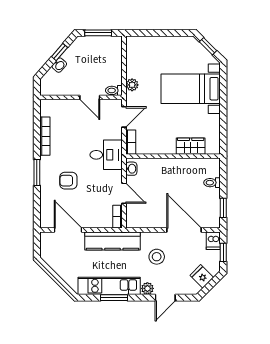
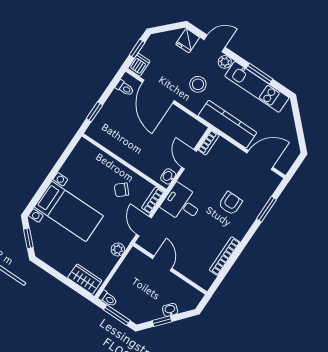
toilet: (114, 90) -> (108, 299), moved
door: (124, 117) -> (144, 226), hinge flipped
chair: (161, 134) -> (122, 190), added
wardrobe: (191, 146) -> (85, 279), moved, turned 180
window: (37, 172) -> (266, 209), moved
armchair: (68, 181) -> (230, 203), turned -90
toilet: (212, 183) -> (125, 88), moved
window: (223, 208) -> (94, 112), moved
door: (68, 230) -> (260, 160), swing flipped
fridge: (202, 276) -> (188, 41), moved, turned 45

